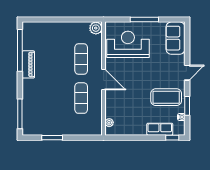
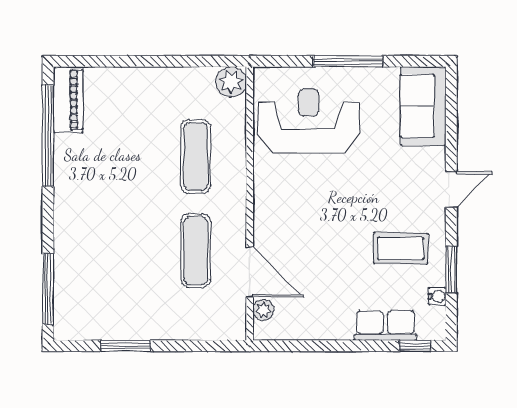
piano: (28, 64) -> (68, 100), moved
door: (104, 80) -> (250, 272), moved
coffee table: (166, 97) -> (401, 248), width x0.73, depth x0.76

